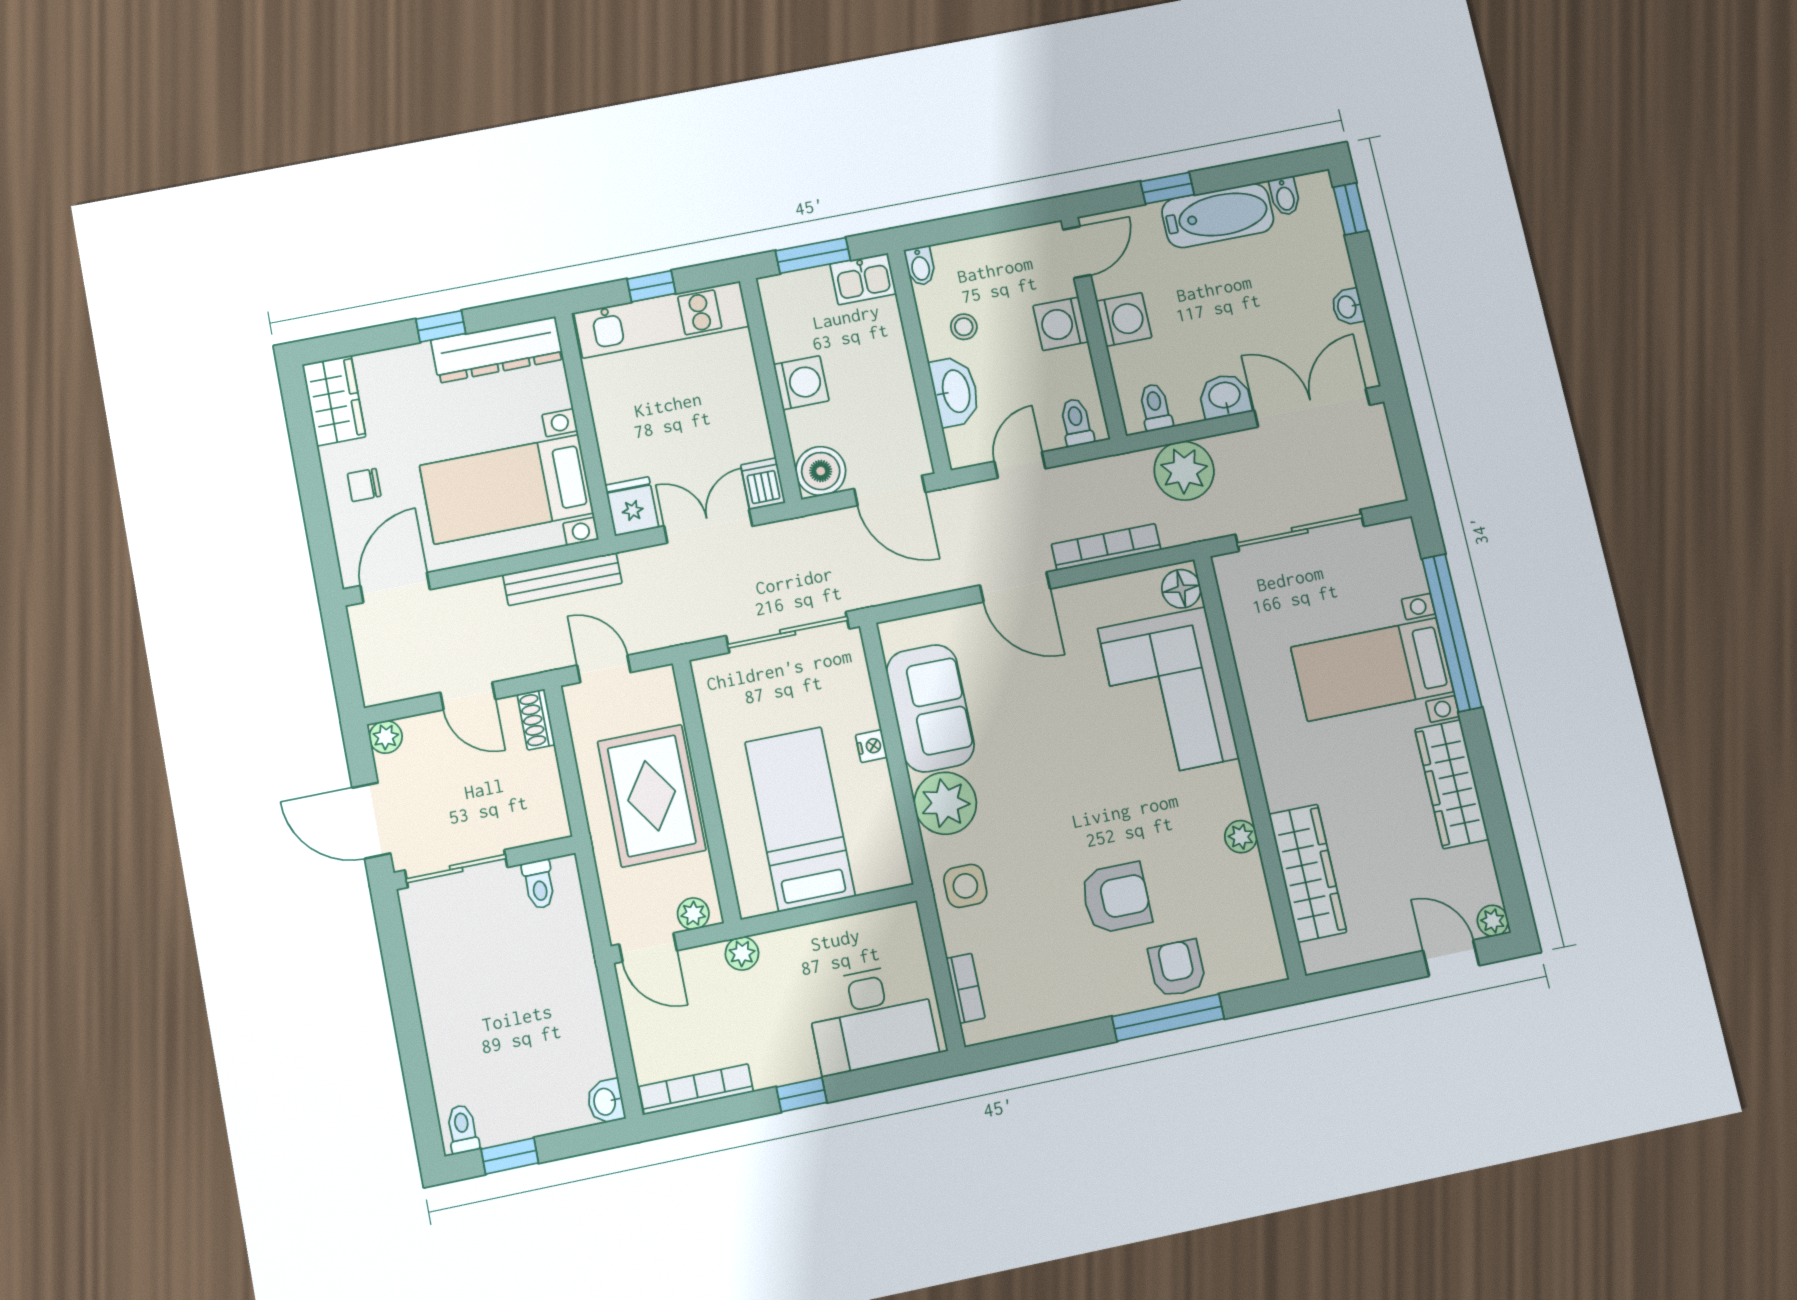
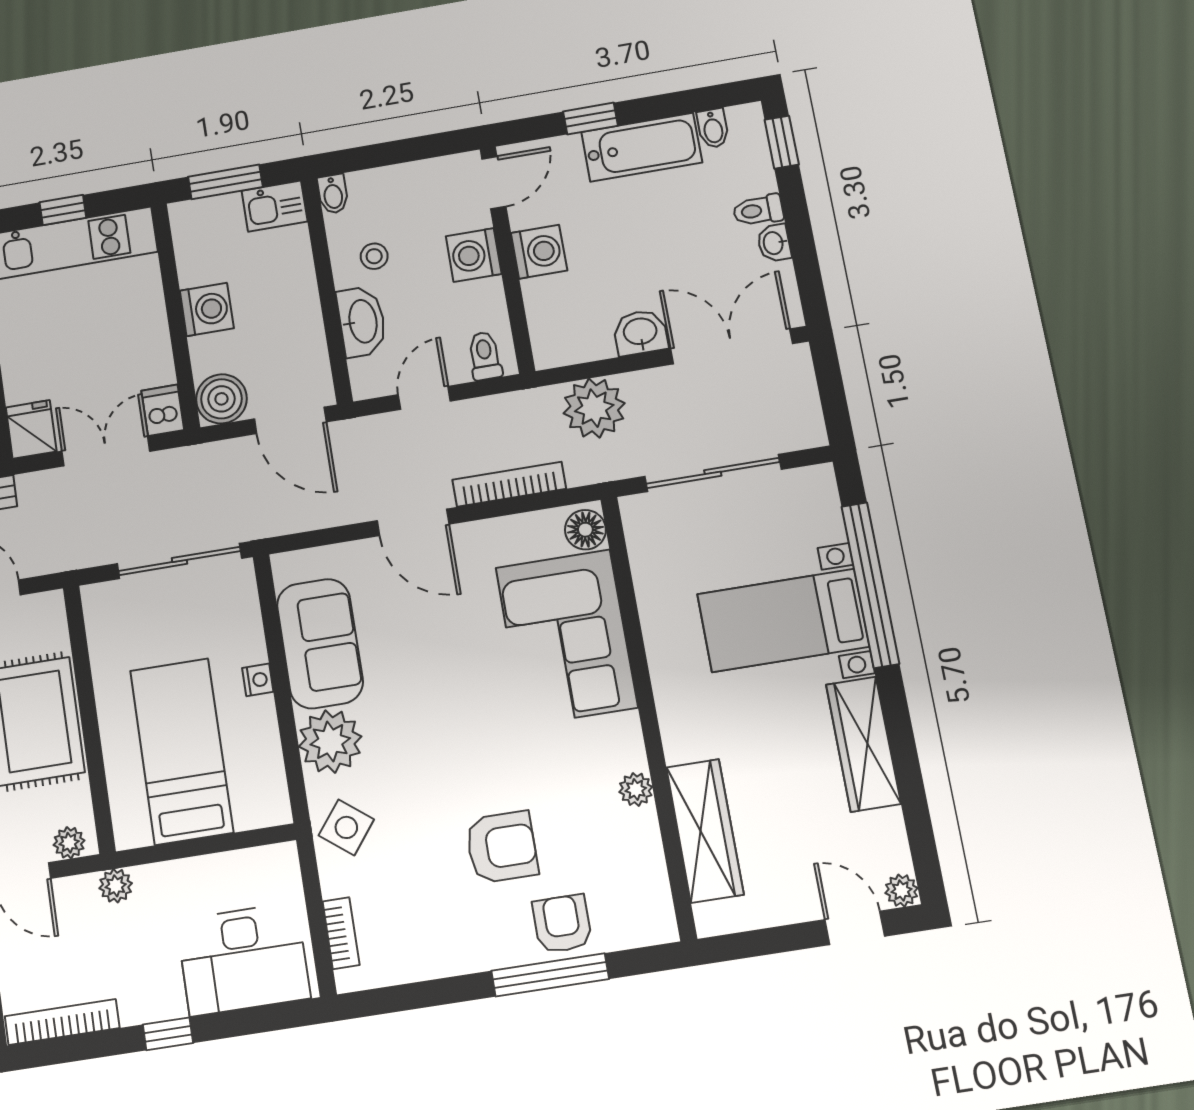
toilet: (1155, 407) -> (758, 210), moved, turned -90
side table: (965, 886) -> (346, 827), turned 38

